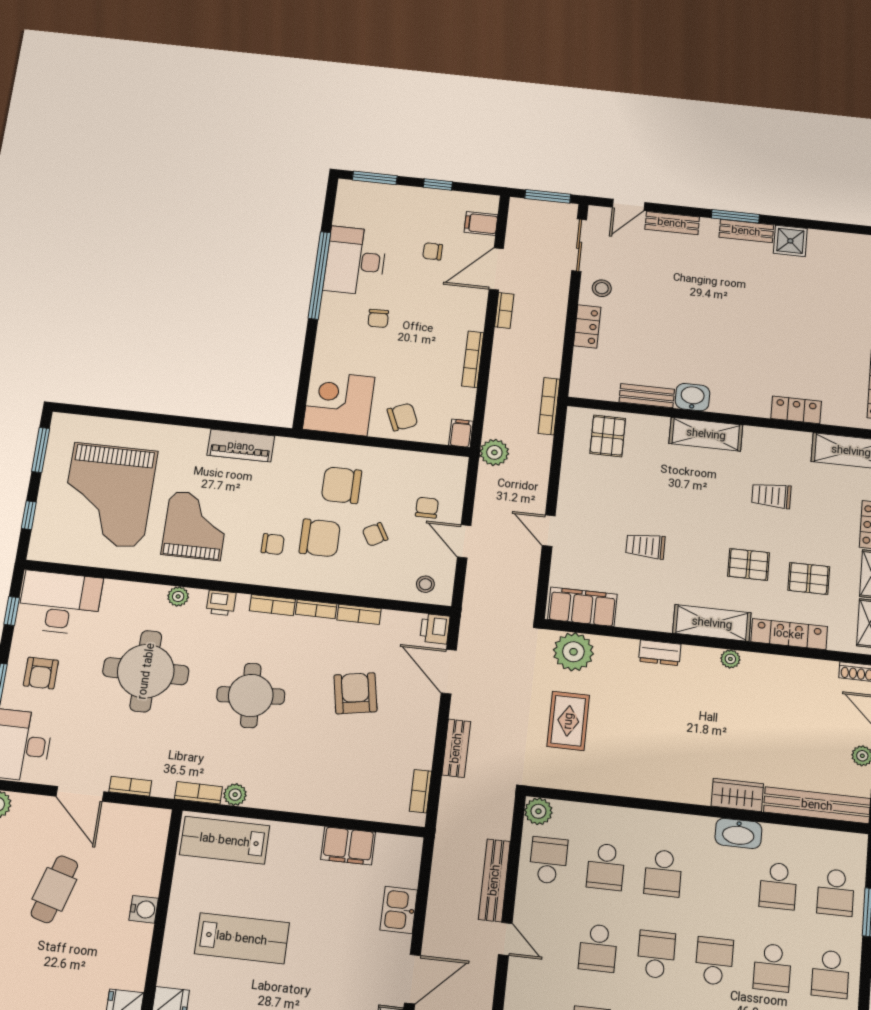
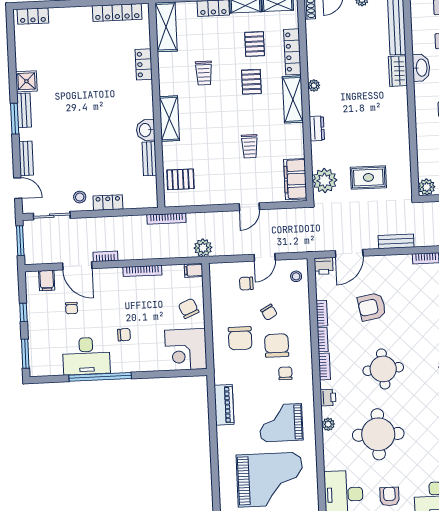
armchair: (41, 673) -> (389, 497), turned -90

